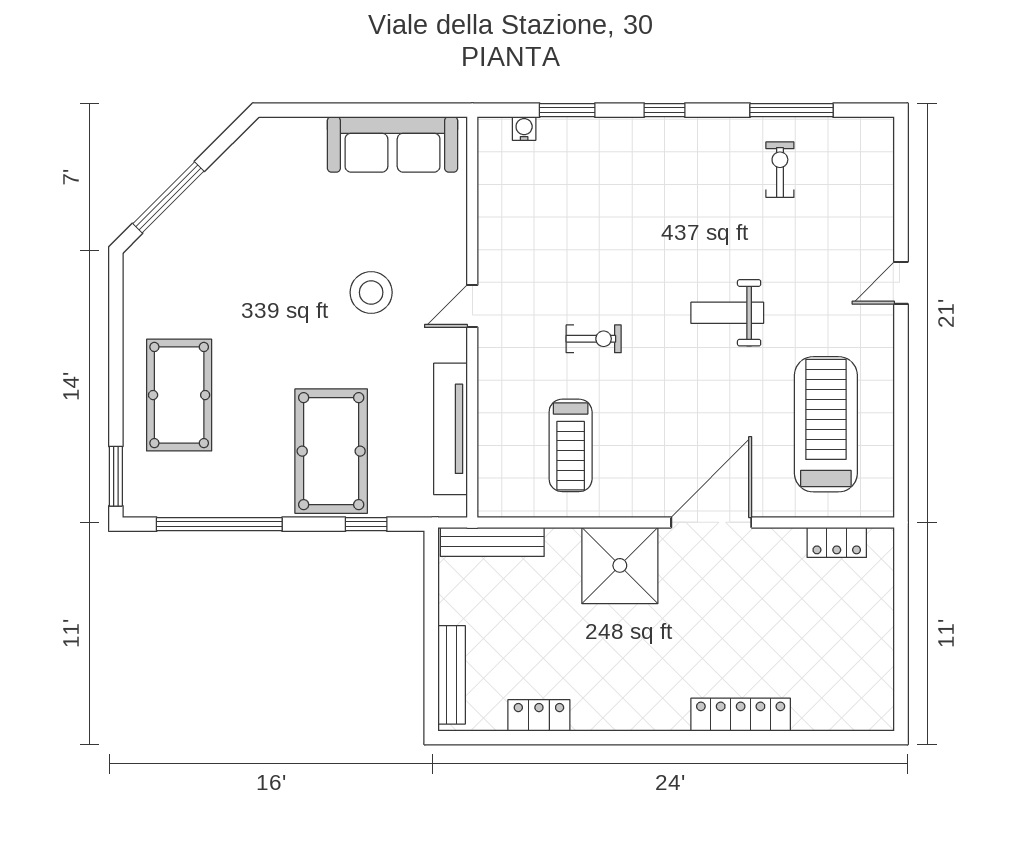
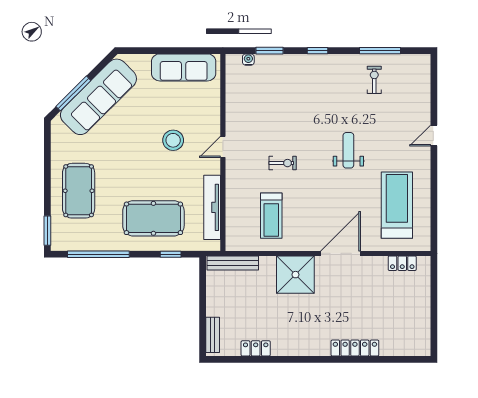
sofa: (219, 204) -> (98, 97), added
weight bench: (727, 313) -> (348, 150), turned 90
pool table: (331, 451) -> (153, 218), turned 90
bench: (452, 675) -> (213, 335), width x0.73

